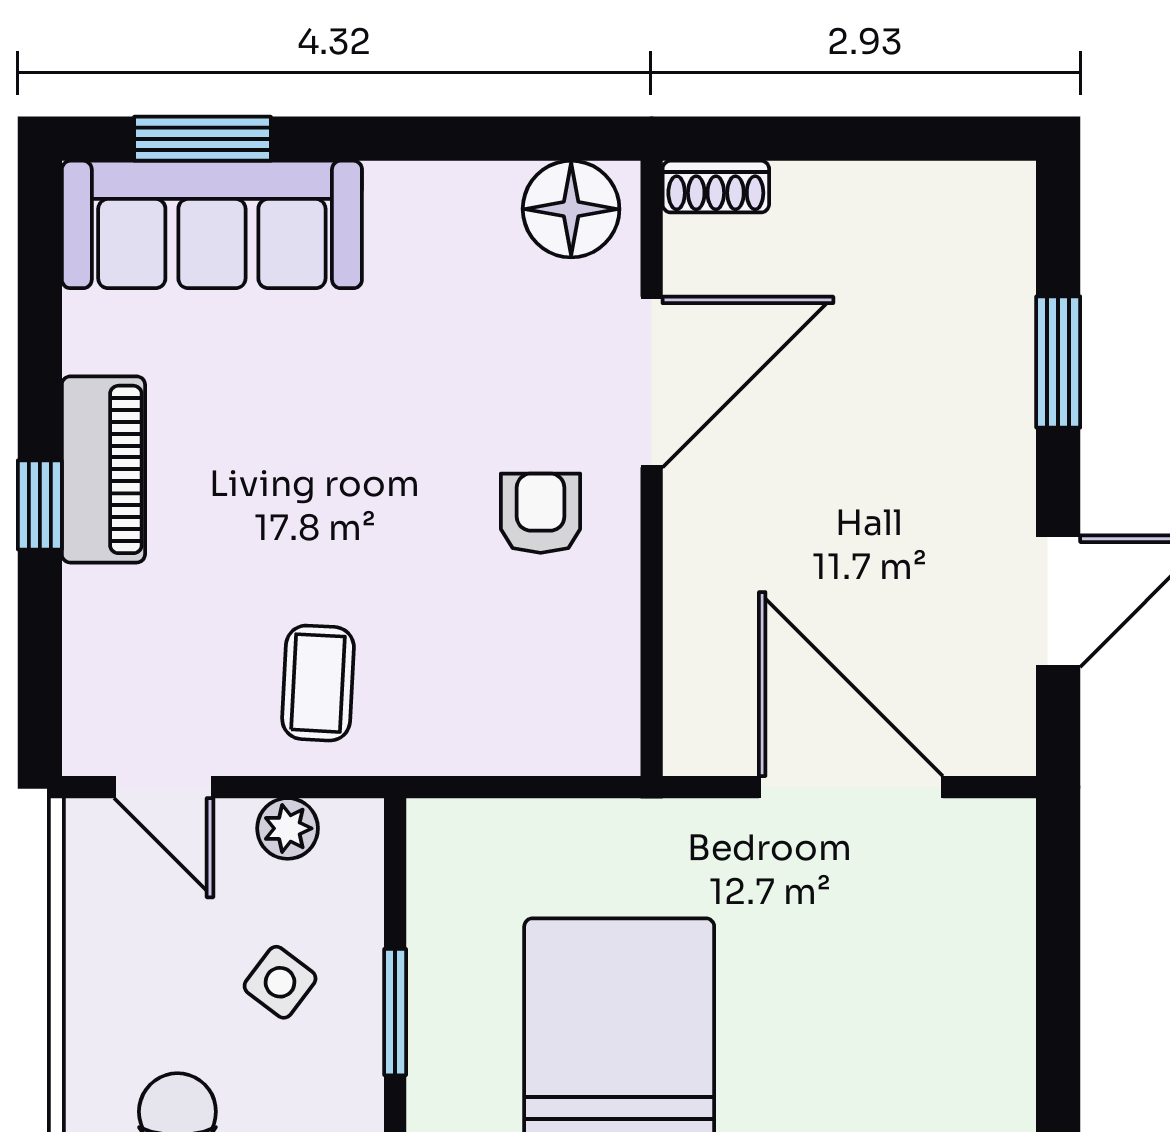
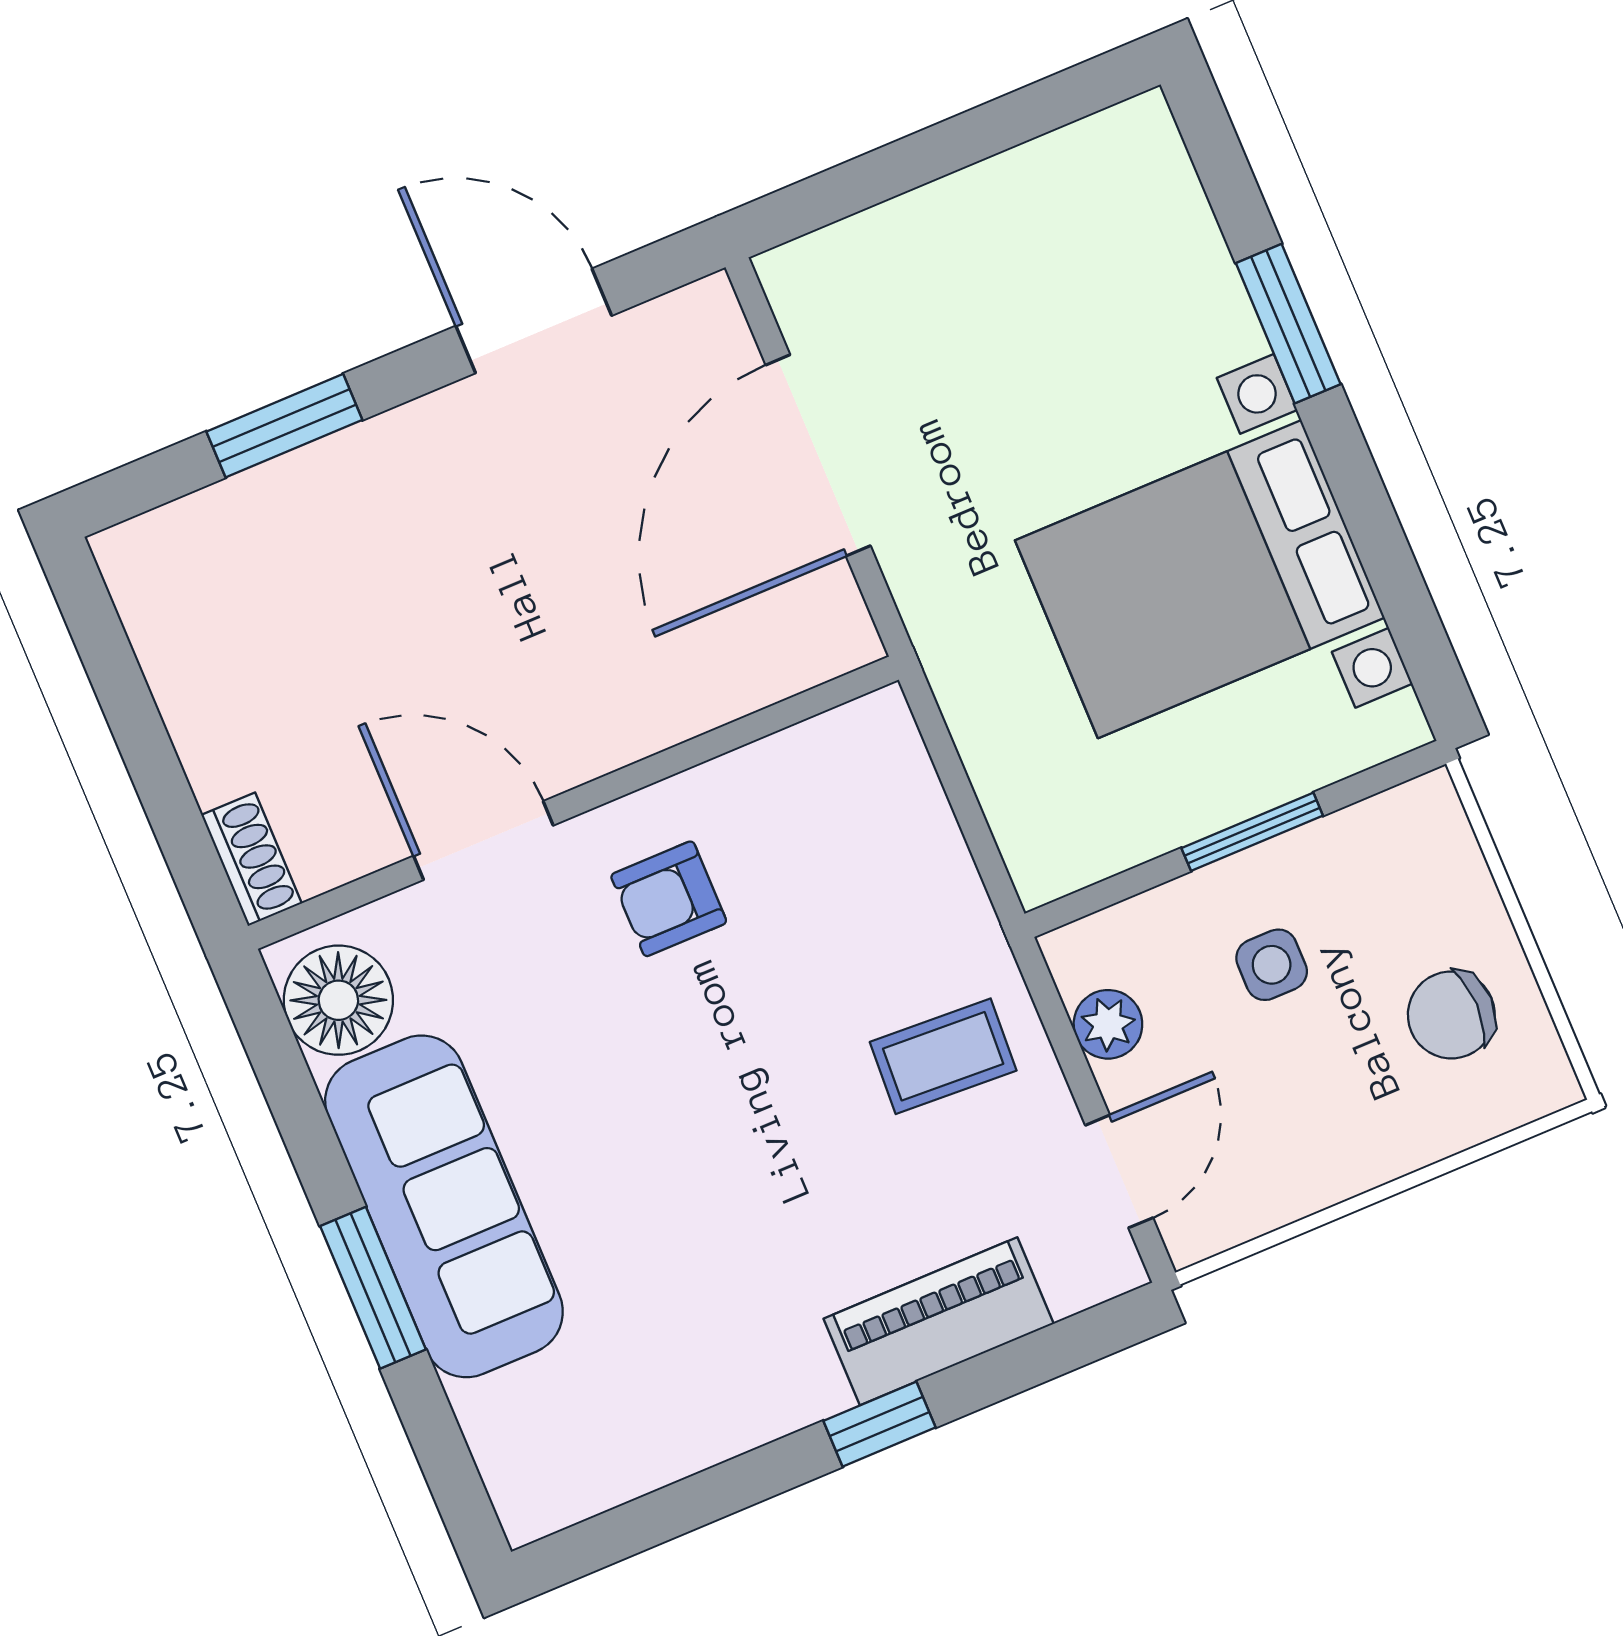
window: (203, 139) -> (373, 1288), moved
sofa: (212, 224) -> (444, 1206), moved
door: (652, 382) -> (483, 841), width x0.73
piano: (103, 469) -> (939, 1321), moved
side table: (280, 982) -> (1272, 965), turned -37

